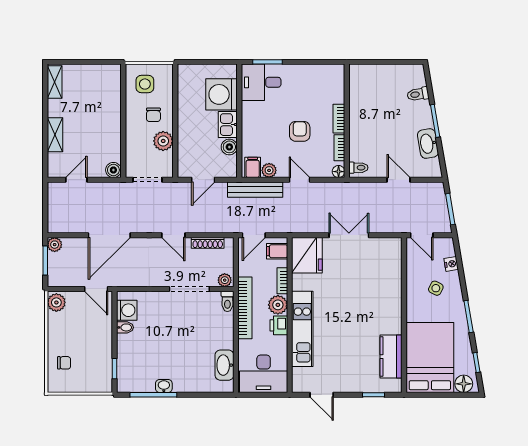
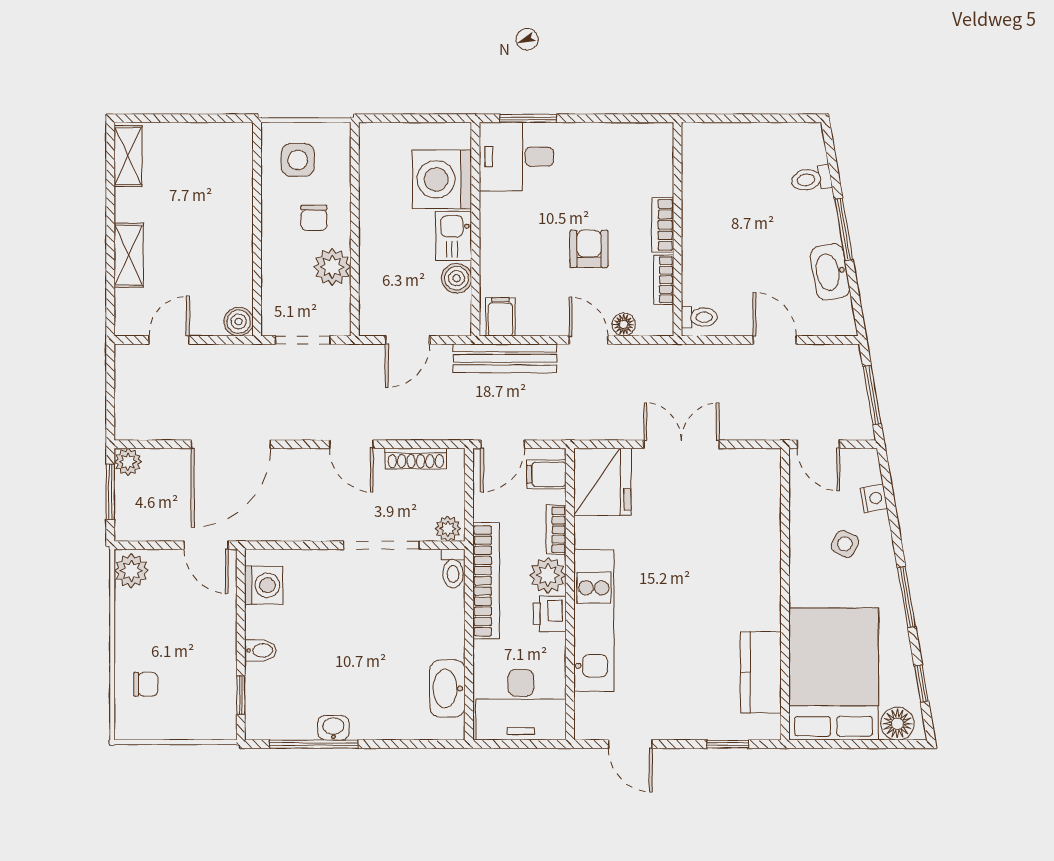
plant: (269, 170) -> (531, 322), removed
floor lamp: (339, 172) -> (624, 324), moved
bidet: (125, 327) -> (260, 650), moved

